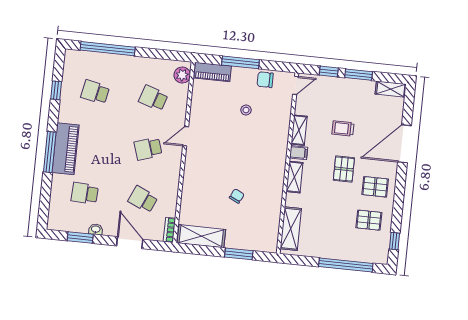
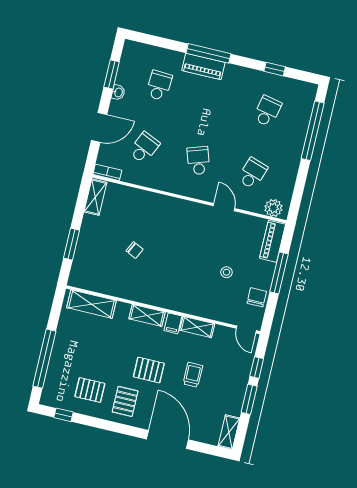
door: (186, 136) -> (224, 207), moved
piano: (66, 149) -> (203, 66), width x0.73, depth x0.75
pallet: (369, 220) -> (90, 390), turned 90
shelving: (201, 236) -> (95, 197), width x0.67, depth x0.75

